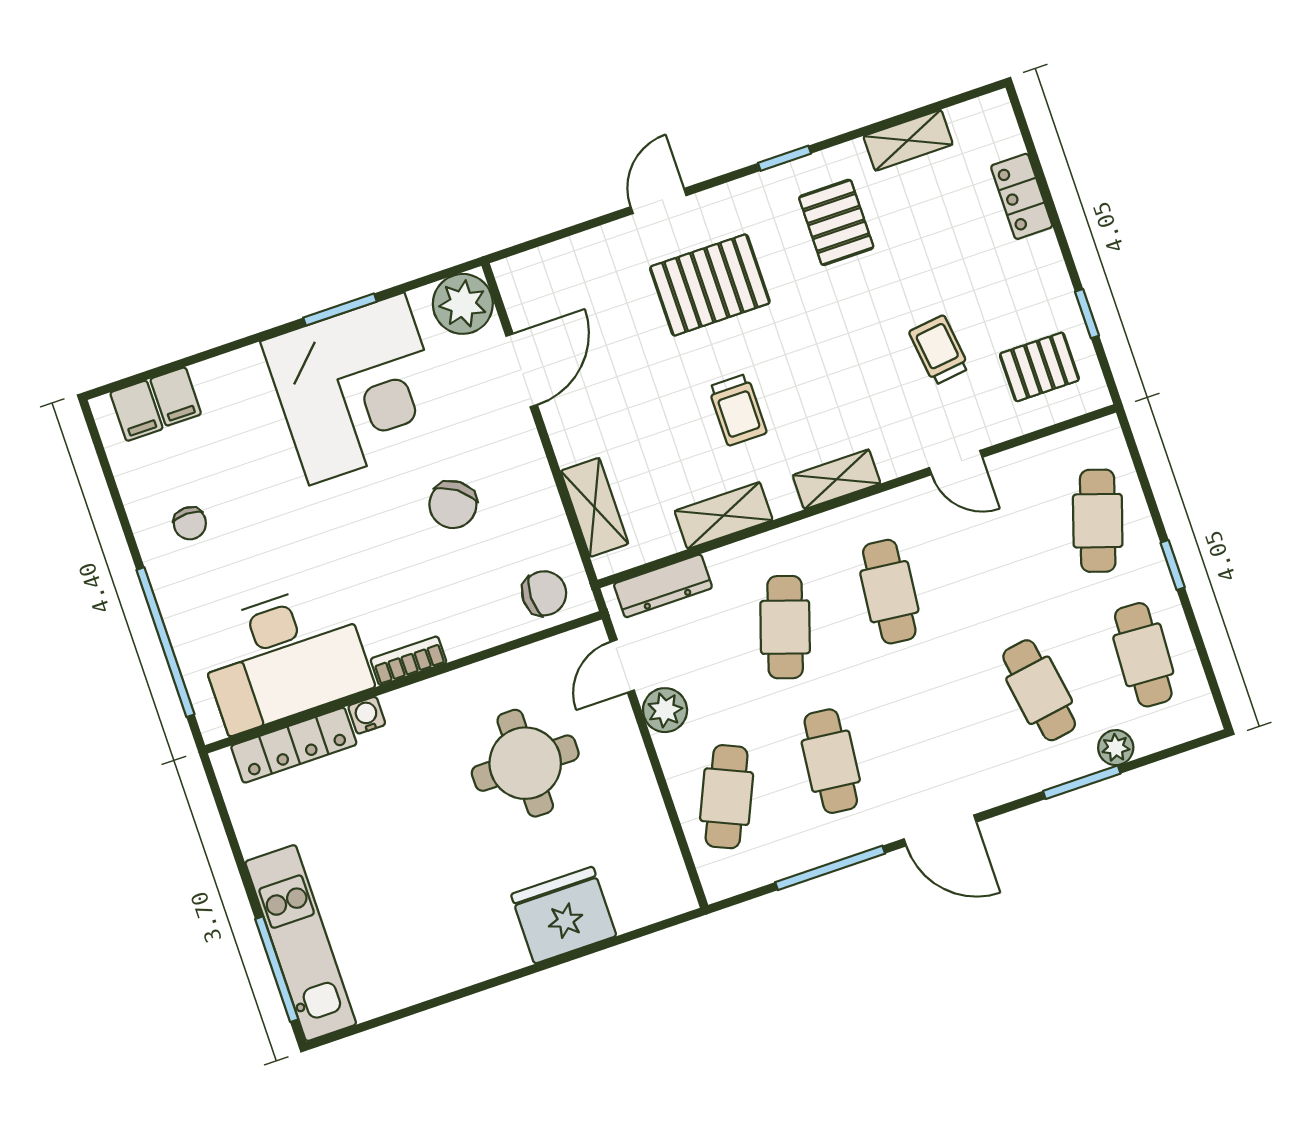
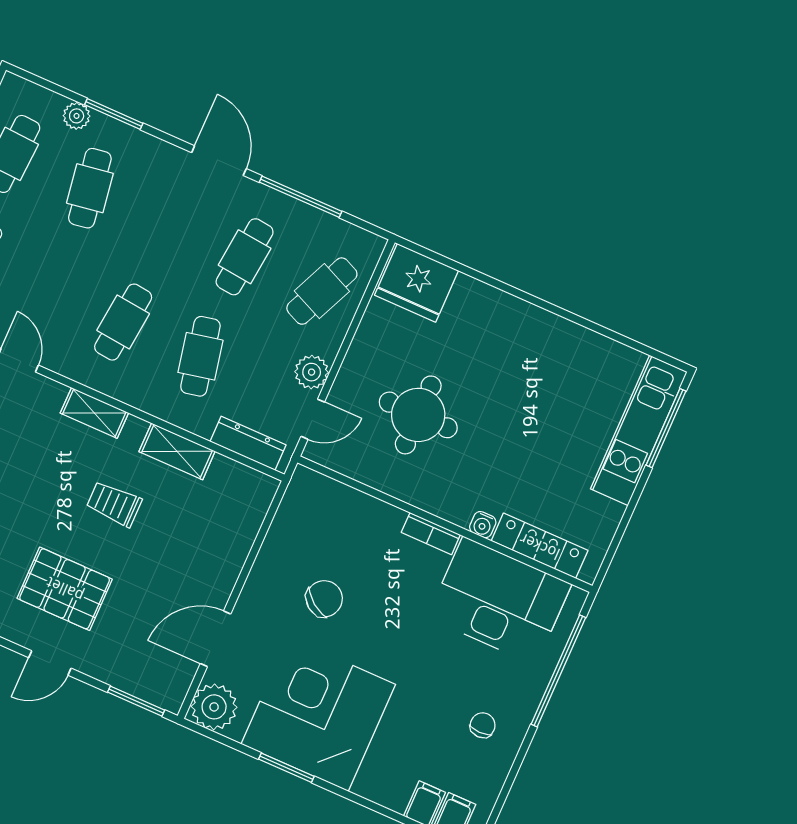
window: (542, 241) -> (136, 701), added
trolley: (738, 410) -> (114, 504), turned -90
shelving: (595, 507) -> (246, 523), removed
chair: (544, 593) -> (319, 501), removed
cafe table: (785, 627) -> (200, 356), turned -30
fridge: (564, 915) -> (417, 283), moved

